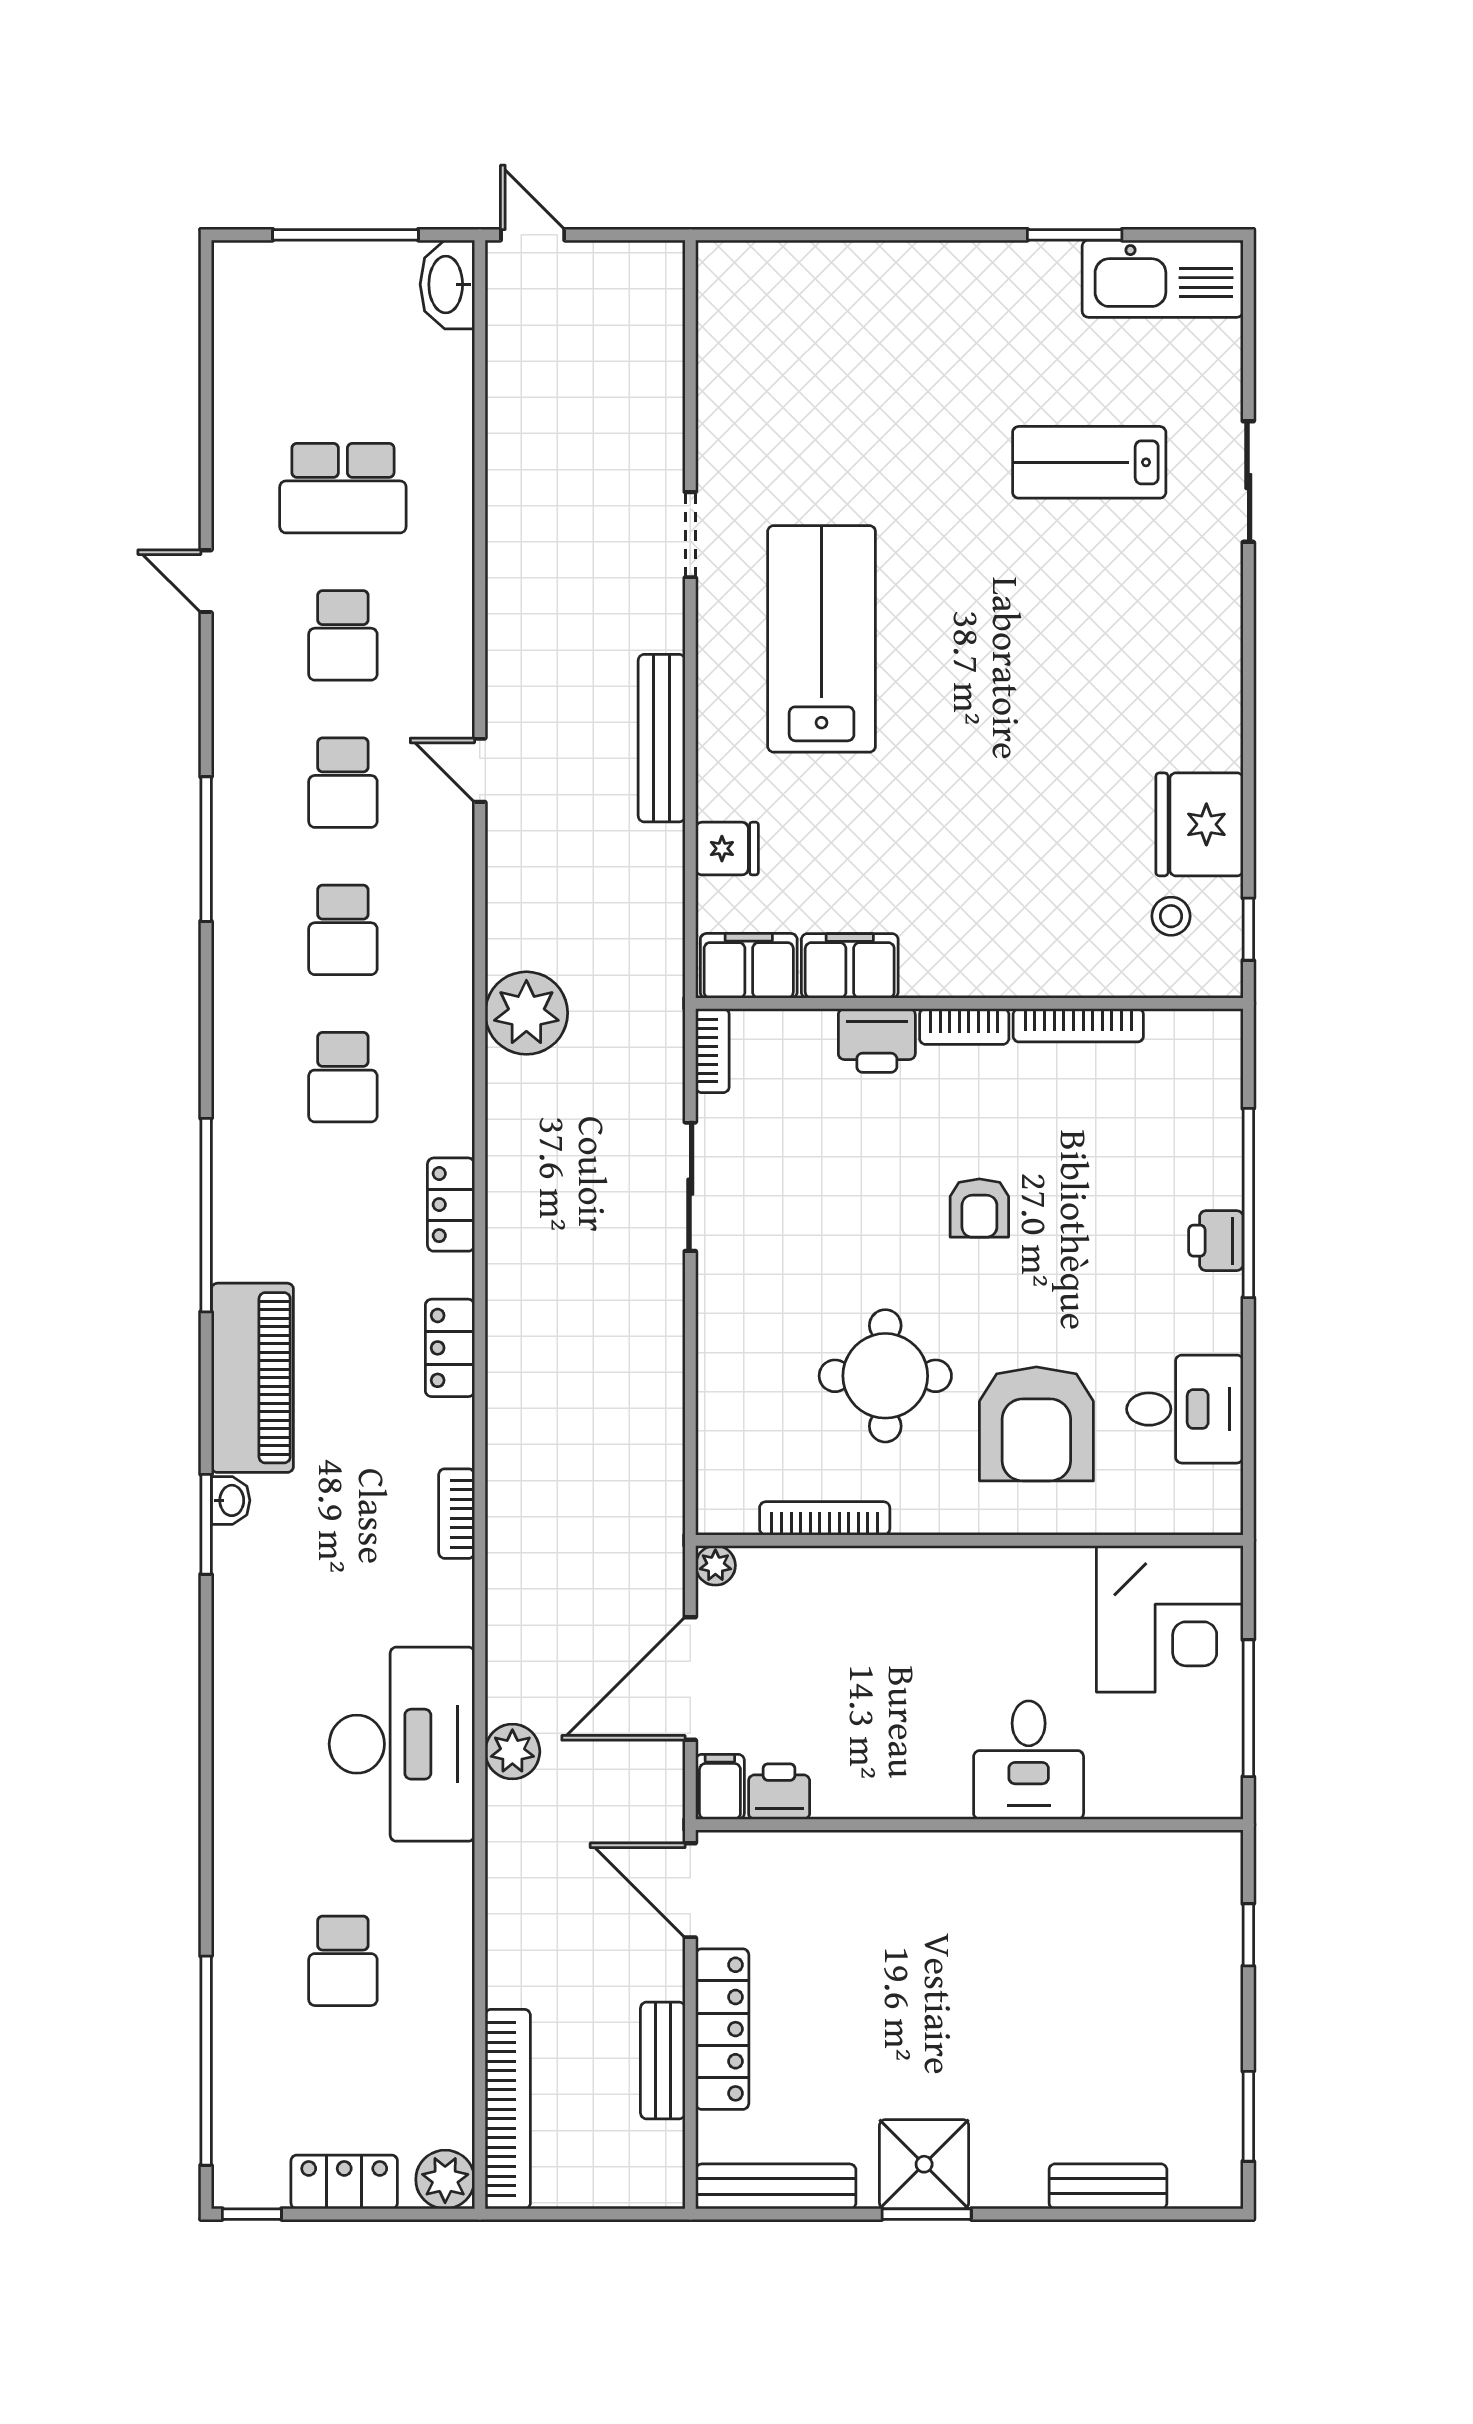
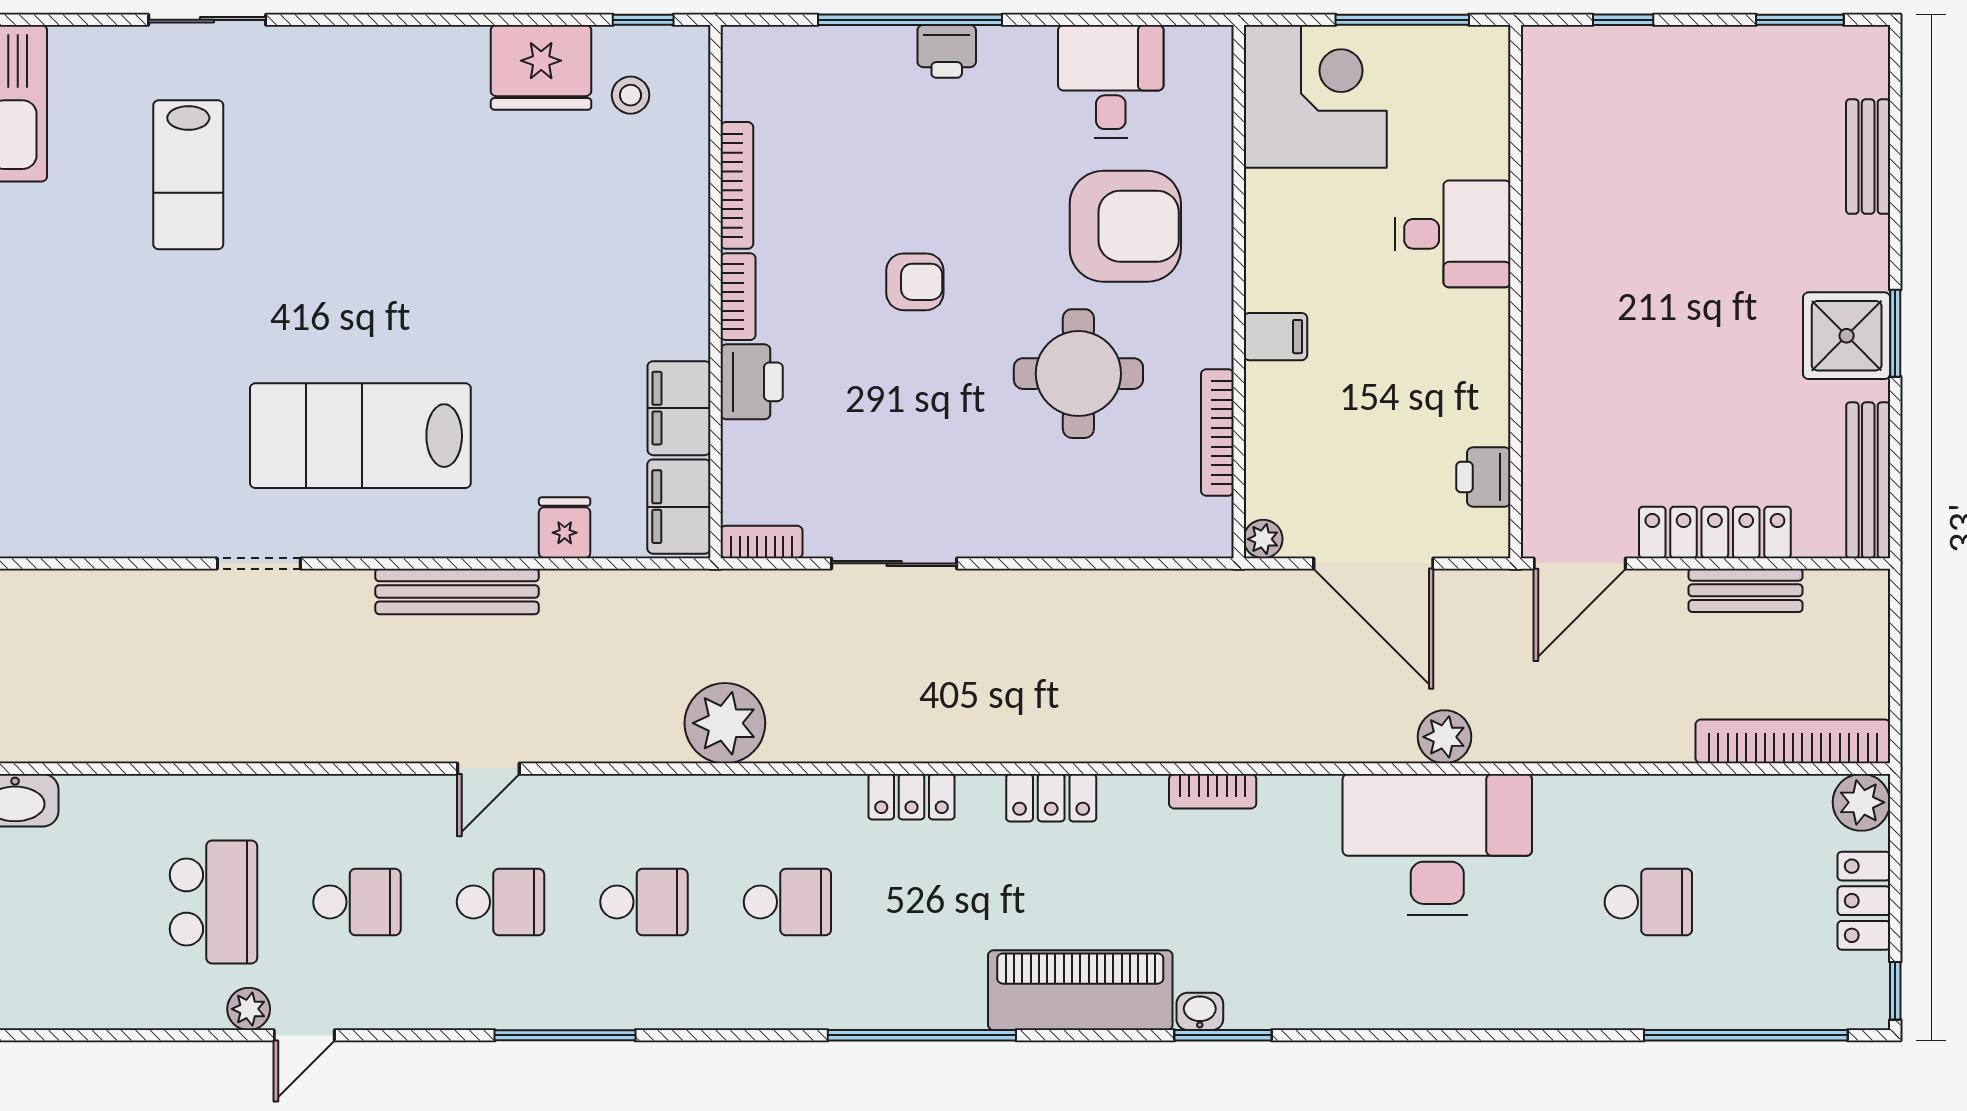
plant: (233, 524) -> (249, 1009), added
filing cabinet: (720, 1787) -> (1275, 337), moved, turned 180

